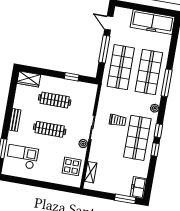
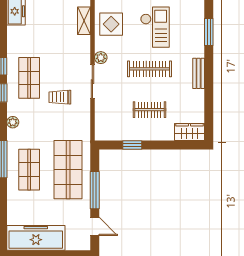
shop shelf: (149, 72) -> (29, 170), width x0.70, depth x0.74
clothes rail: (55, 100) -> (150, 110), width x0.73
shop shelf: (137, 138) -> (29, 78), width x0.70, depth x0.74
checkout: (22, 157) -> (155, 27), moved, turned -90

